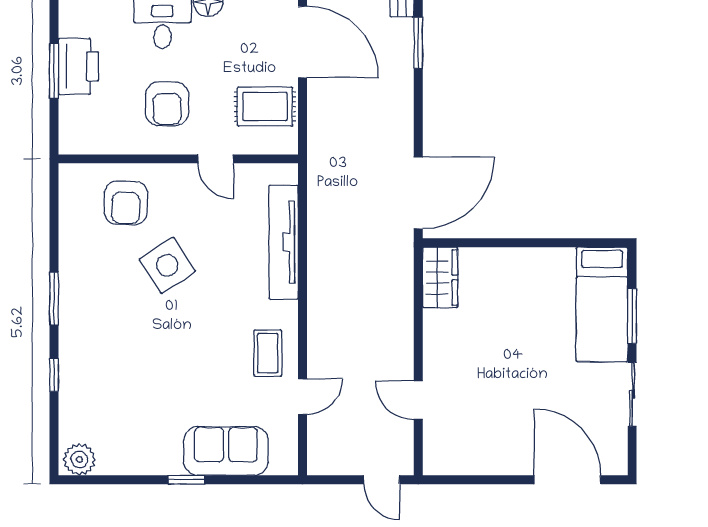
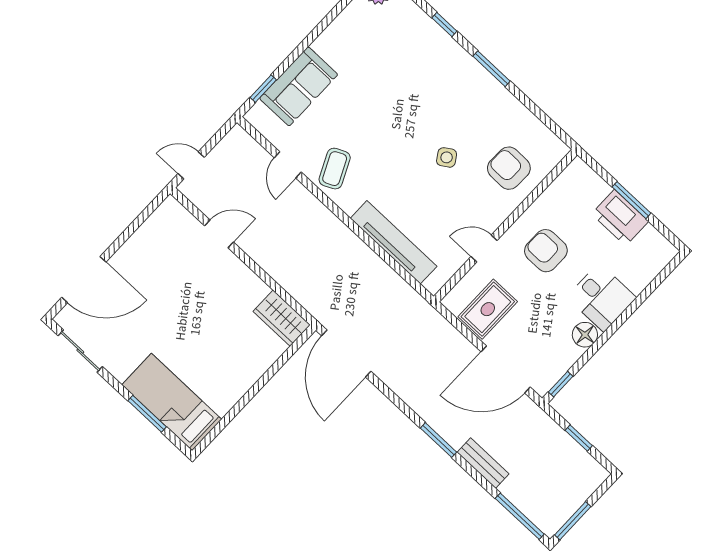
side table: (167, 265) -> (447, 157), width x0.54, depth x0.54
coffee table: (268, 353) -> (335, 169), turned 65
sliding door: (632, 394) -> (80, 351), moved
window: (187, 480) -> (263, 89), moved

